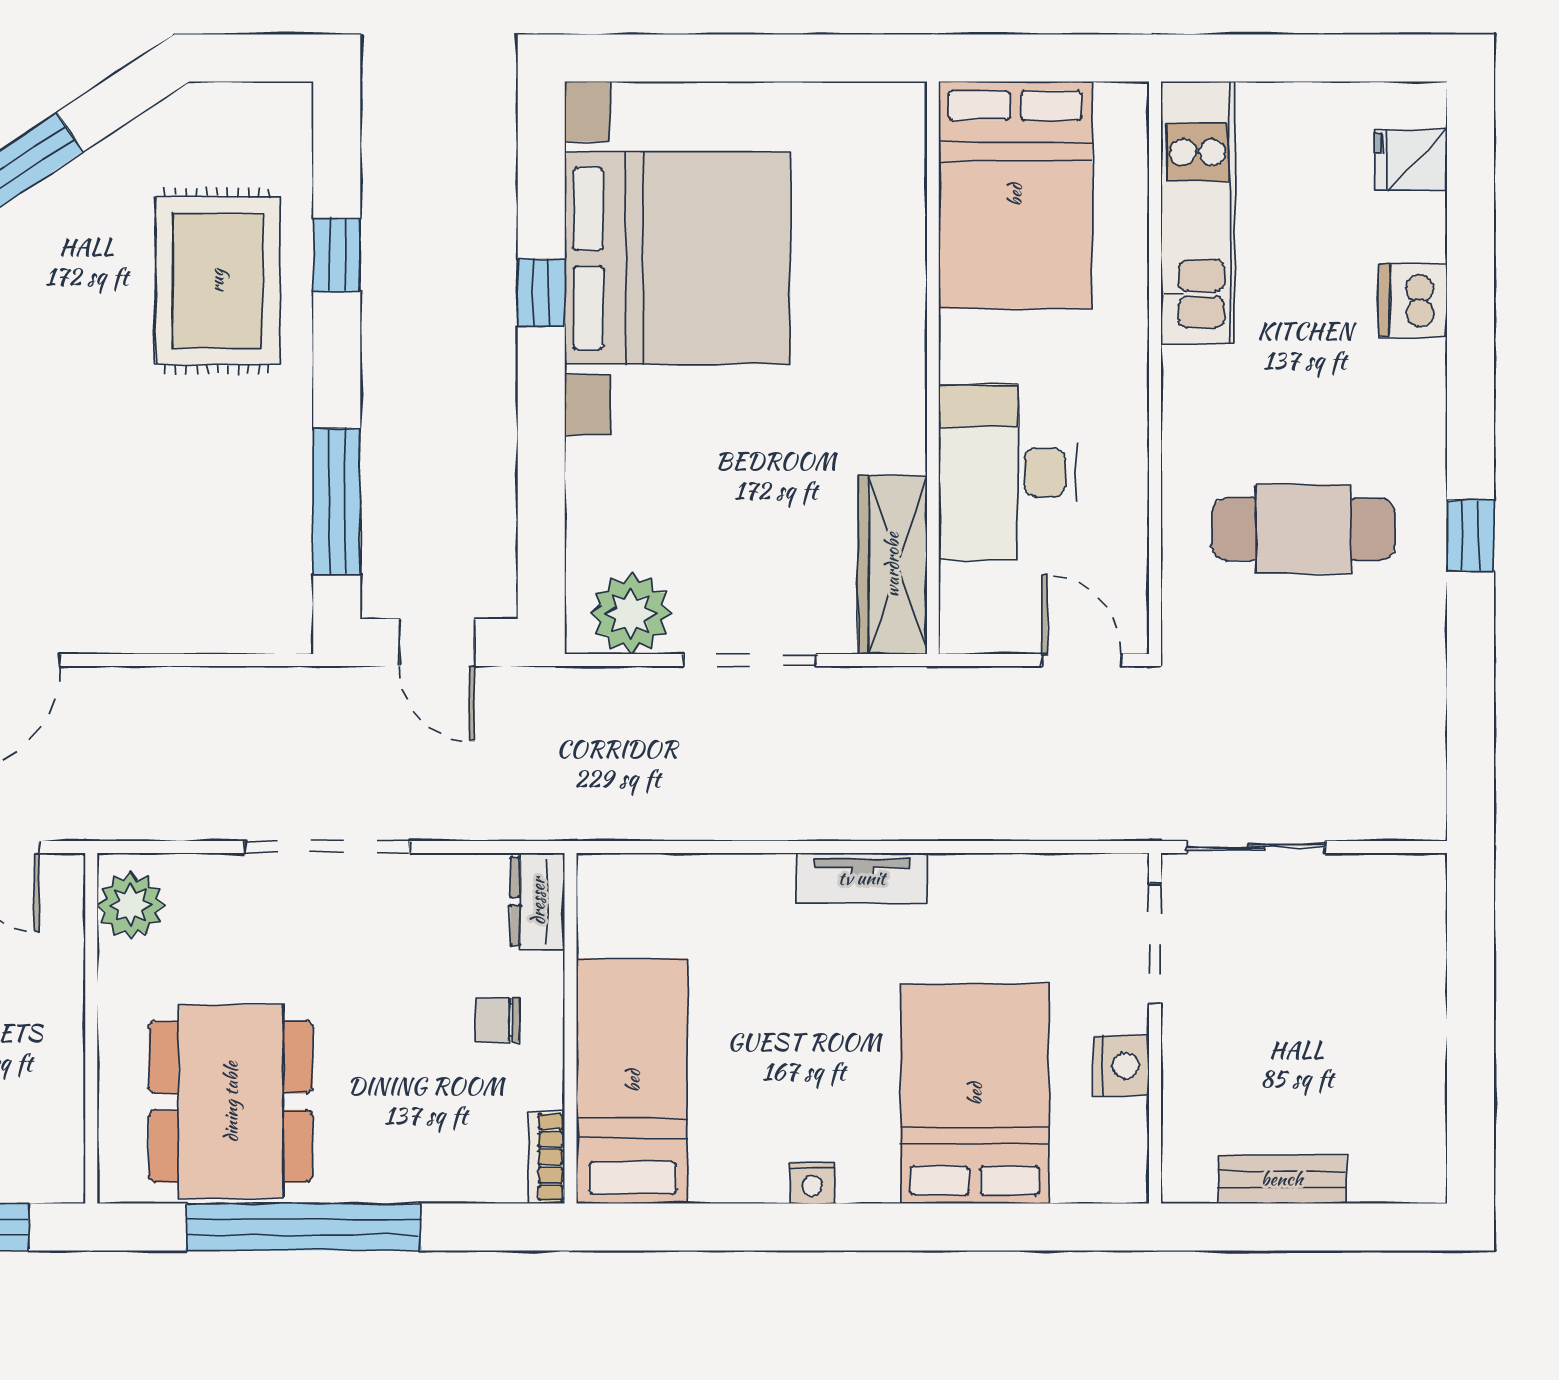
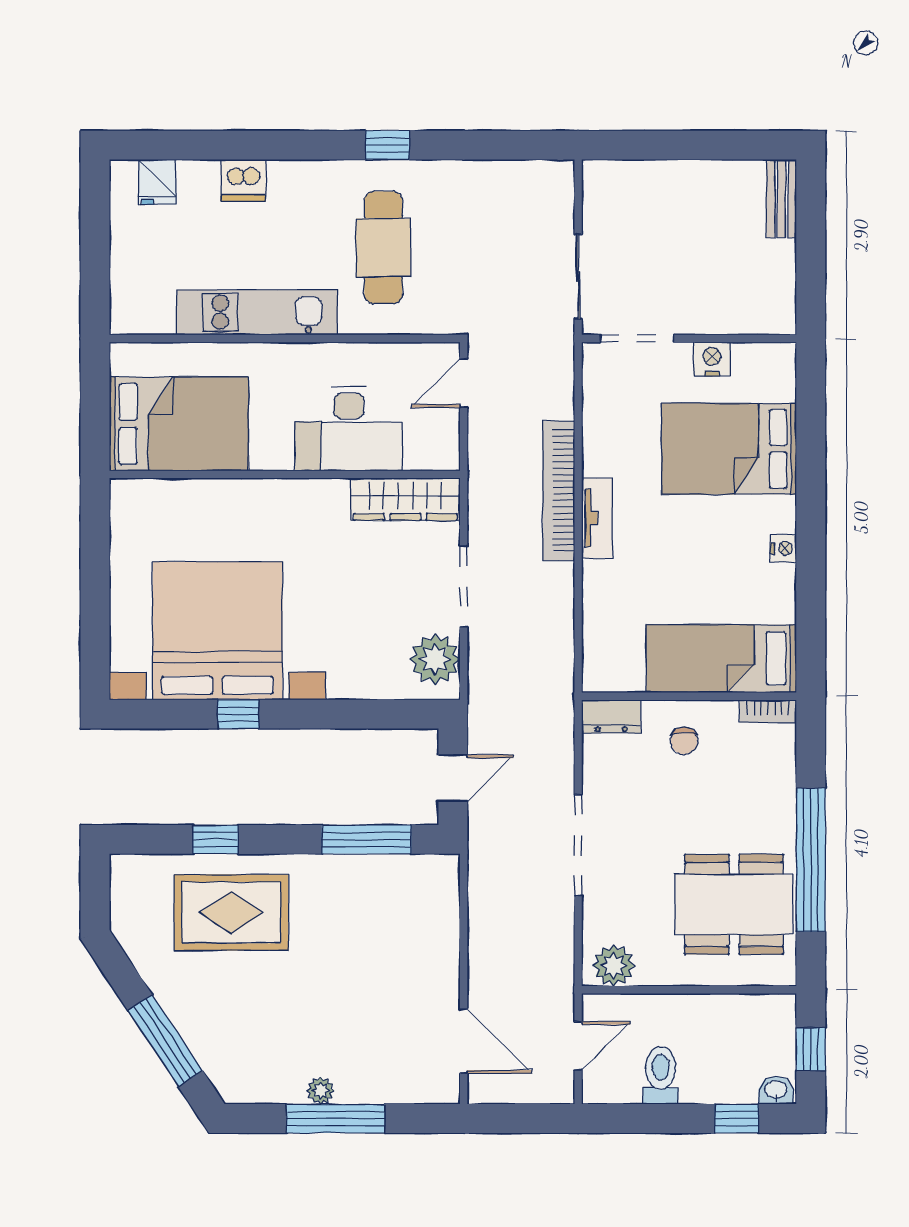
kitchen unit: (1198, 213) -> (257, 312), moved
bookcase: (906, 815) -> (559, 491), added
bench: (1282, 1179) -> (781, 199), moved

